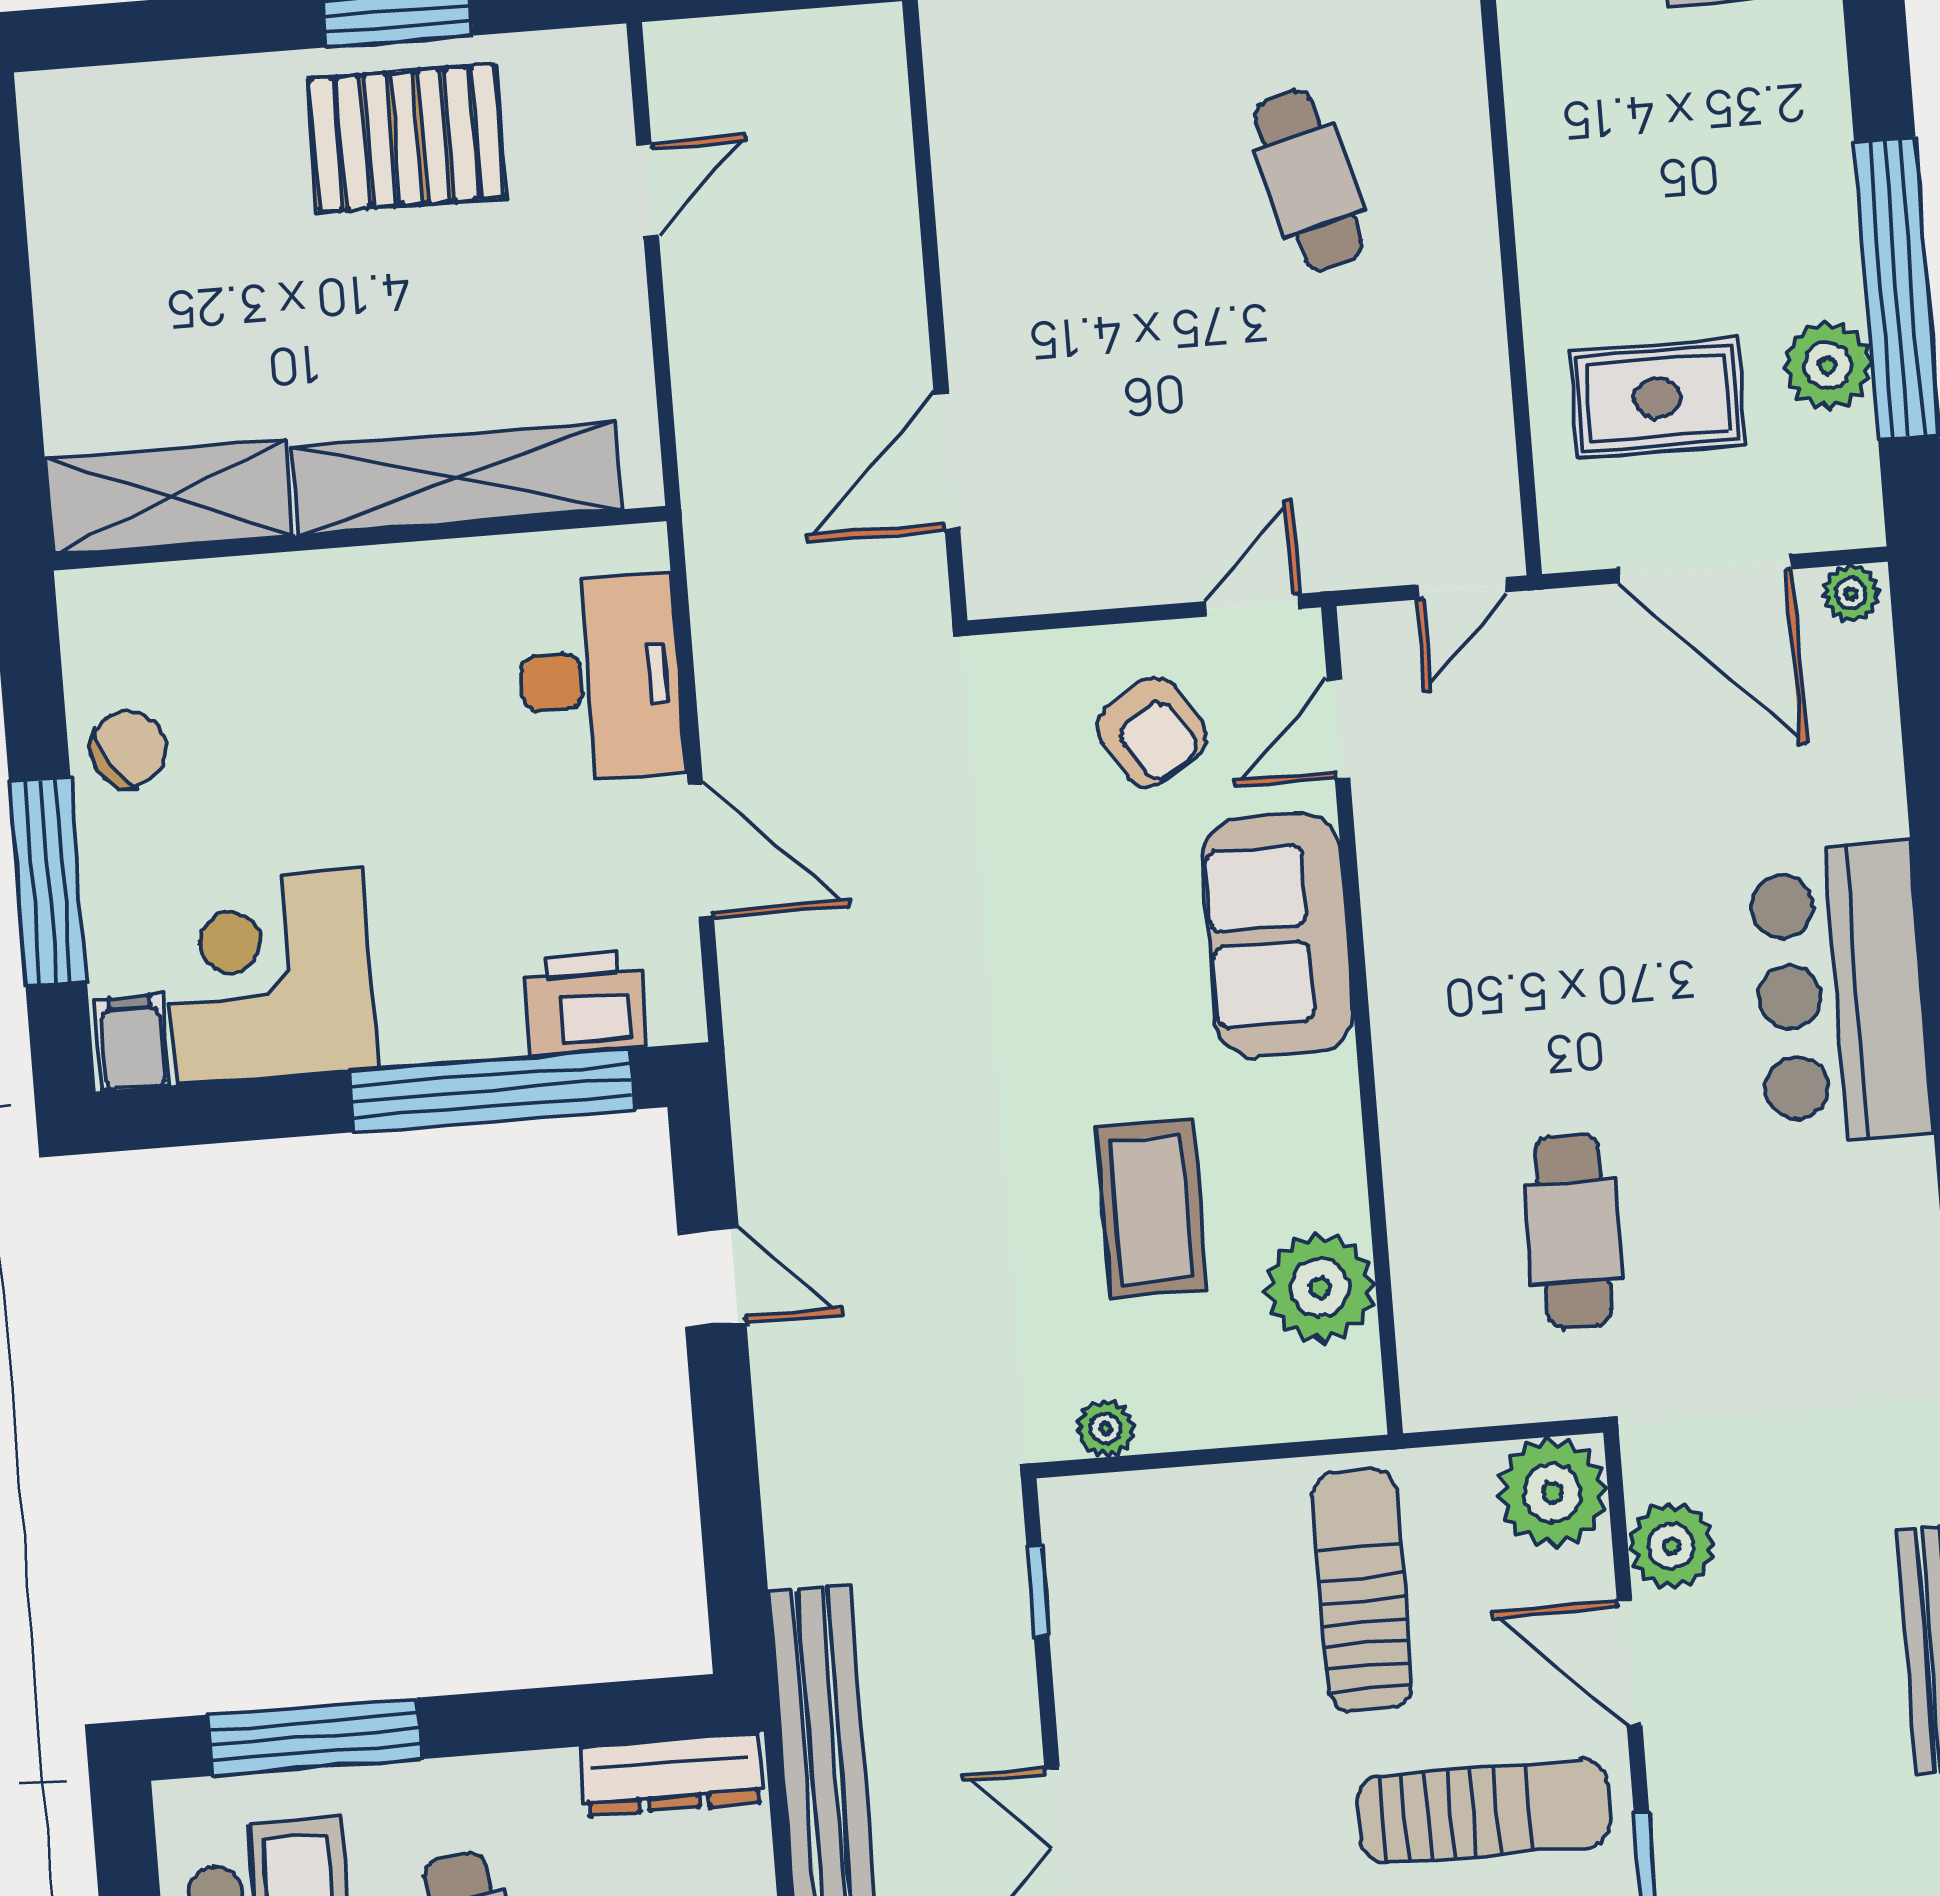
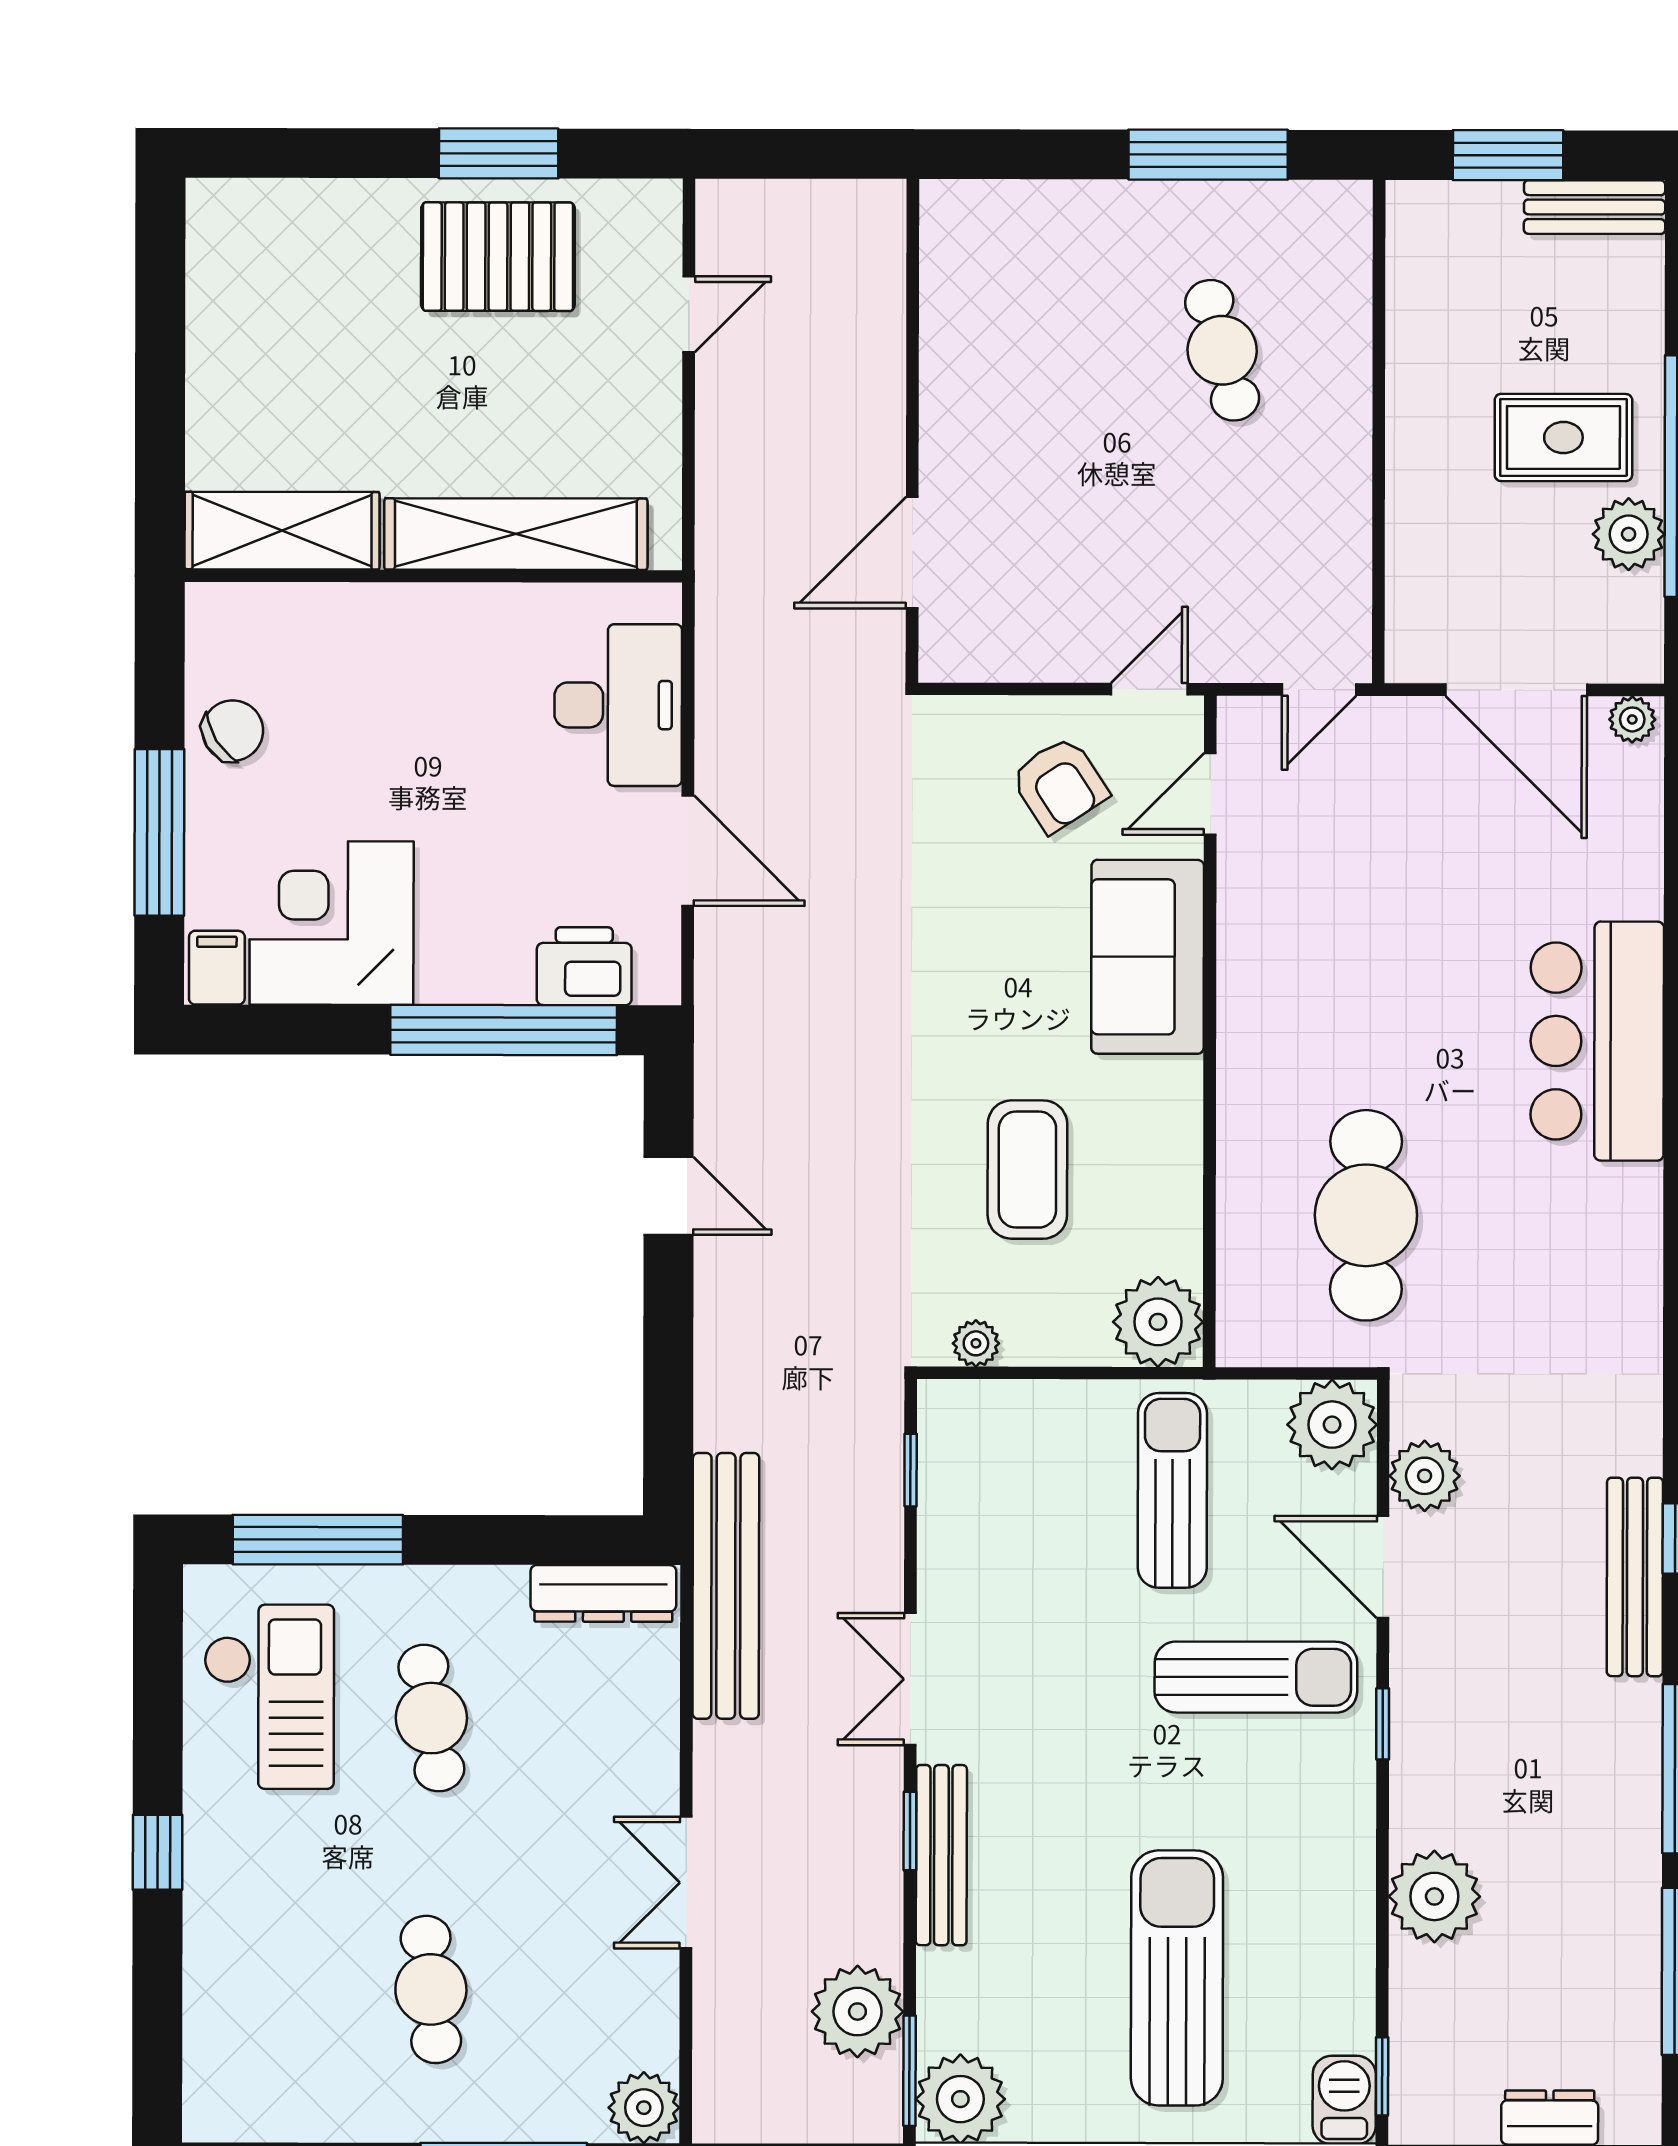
rug: (1657, 398) -> (1563, 438), moved
cafe table: (1573, 1231) -> (1366, 1215), width x1.37, depth x1.35
plant: (1320, 1288) -> (1158, 1322), moved

